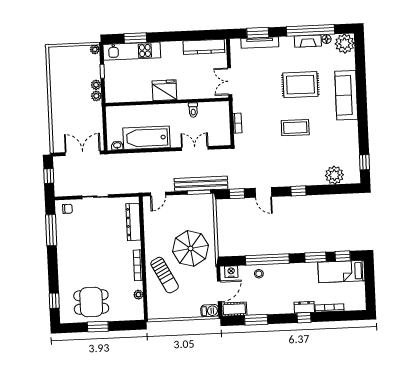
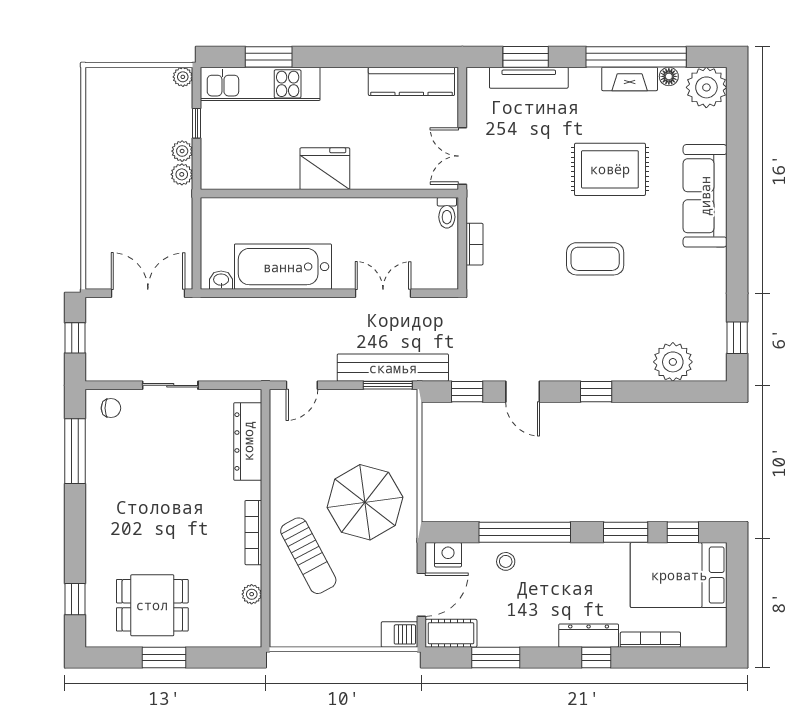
toilet: (193, 110) -> (447, 213), moved
bed: (341, 271) -> (679, 575), width x1.50
dresser: (304, 307) -> (589, 636), width x1.44

